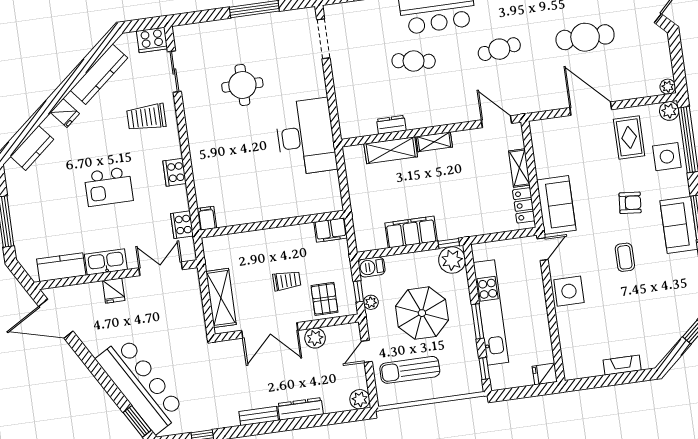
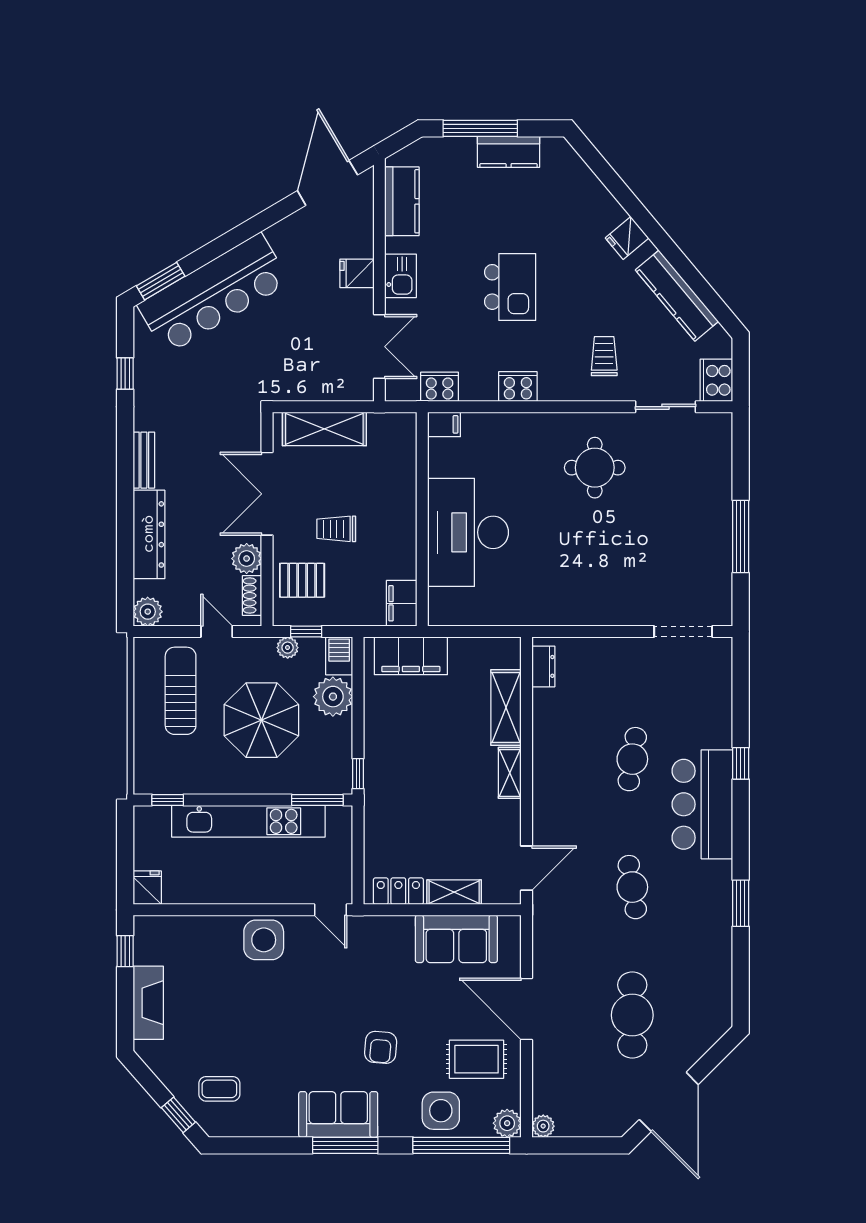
round table: (242, 85) -> (595, 468), moved
door: (591, 109) -> (527, 1009), swing flipped
trolley: (146, 117) -> (604, 356), width x0.73, depth x0.72
dresser: (391, 125) -> (543, 666), moved
desk: (306, 137) -> (468, 532), moved, turned 90
kitchen counter: (32, 148) -> (509, 152), moved, turned -50
kitchen island: (109, 187) -> (510, 287), turned 180
sofa: (556, 205) -> (456, 939), moved
filing cabinet: (411, 232) -> (411, 656), moved, turned 90
coffee table: (625, 257) -> (219, 1089), moved
plant: (452, 260) -> (333, 697), moved
kitchen sink: (106, 262) -> (401, 276), width x0.73
trolley: (287, 281) -> (336, 529), turned 91
window: (478, 321) -> (317, 800), moved
shoe rack: (339, 331) -> (252, 595), added
fireplace: (622, 365) -> (148, 1003), width x1.37, depth x1.32
window: (589, 383) -> (125, 951), added
dresser: (300, 409) -> (149, 534), width x1.37, depth x1.24

